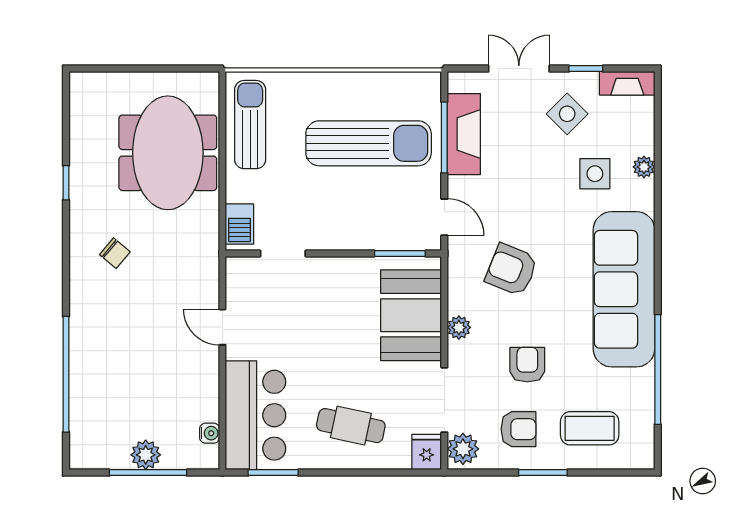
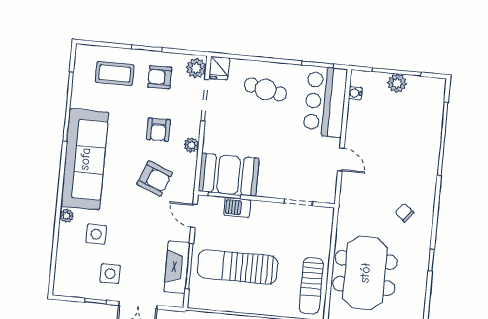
fireplace: (627, 83) -> (70, 289), removed
side table: (567, 114) -> (110, 274), turned 45
plant: (644, 167) -> (67, 216), moved
barbecue: (239, 224) -> (237, 207), moved, turned -90
booth: (411, 315) -> (229, 175), moved, turned 90
armchair: (527, 365) -> (158, 130), moved

